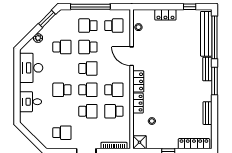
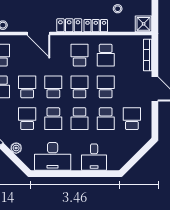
school desk: (88, 47) -> (27, 87), turned 180
door: (132, 56) -> (38, 34), hinge flipped
school desk: (62, 68) -> (53, 119), added
school desk: (62, 111) -> (106, 119), added

